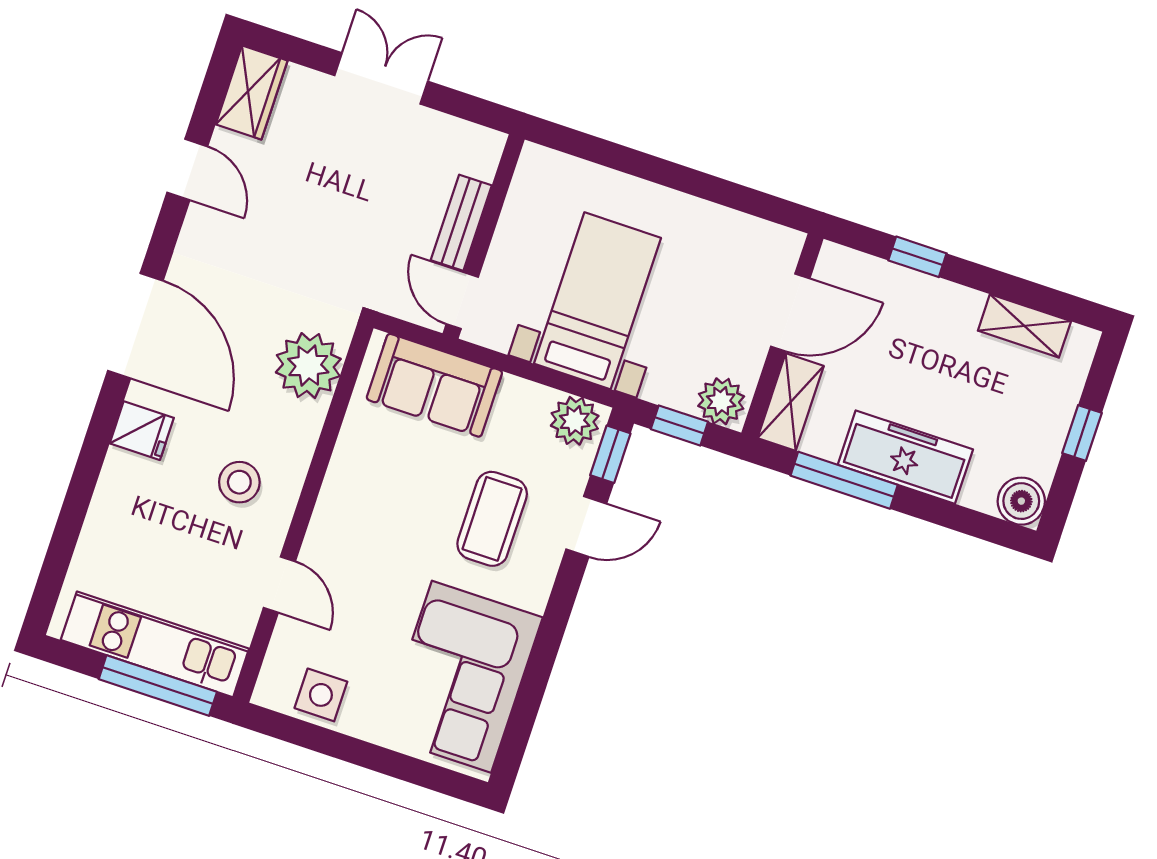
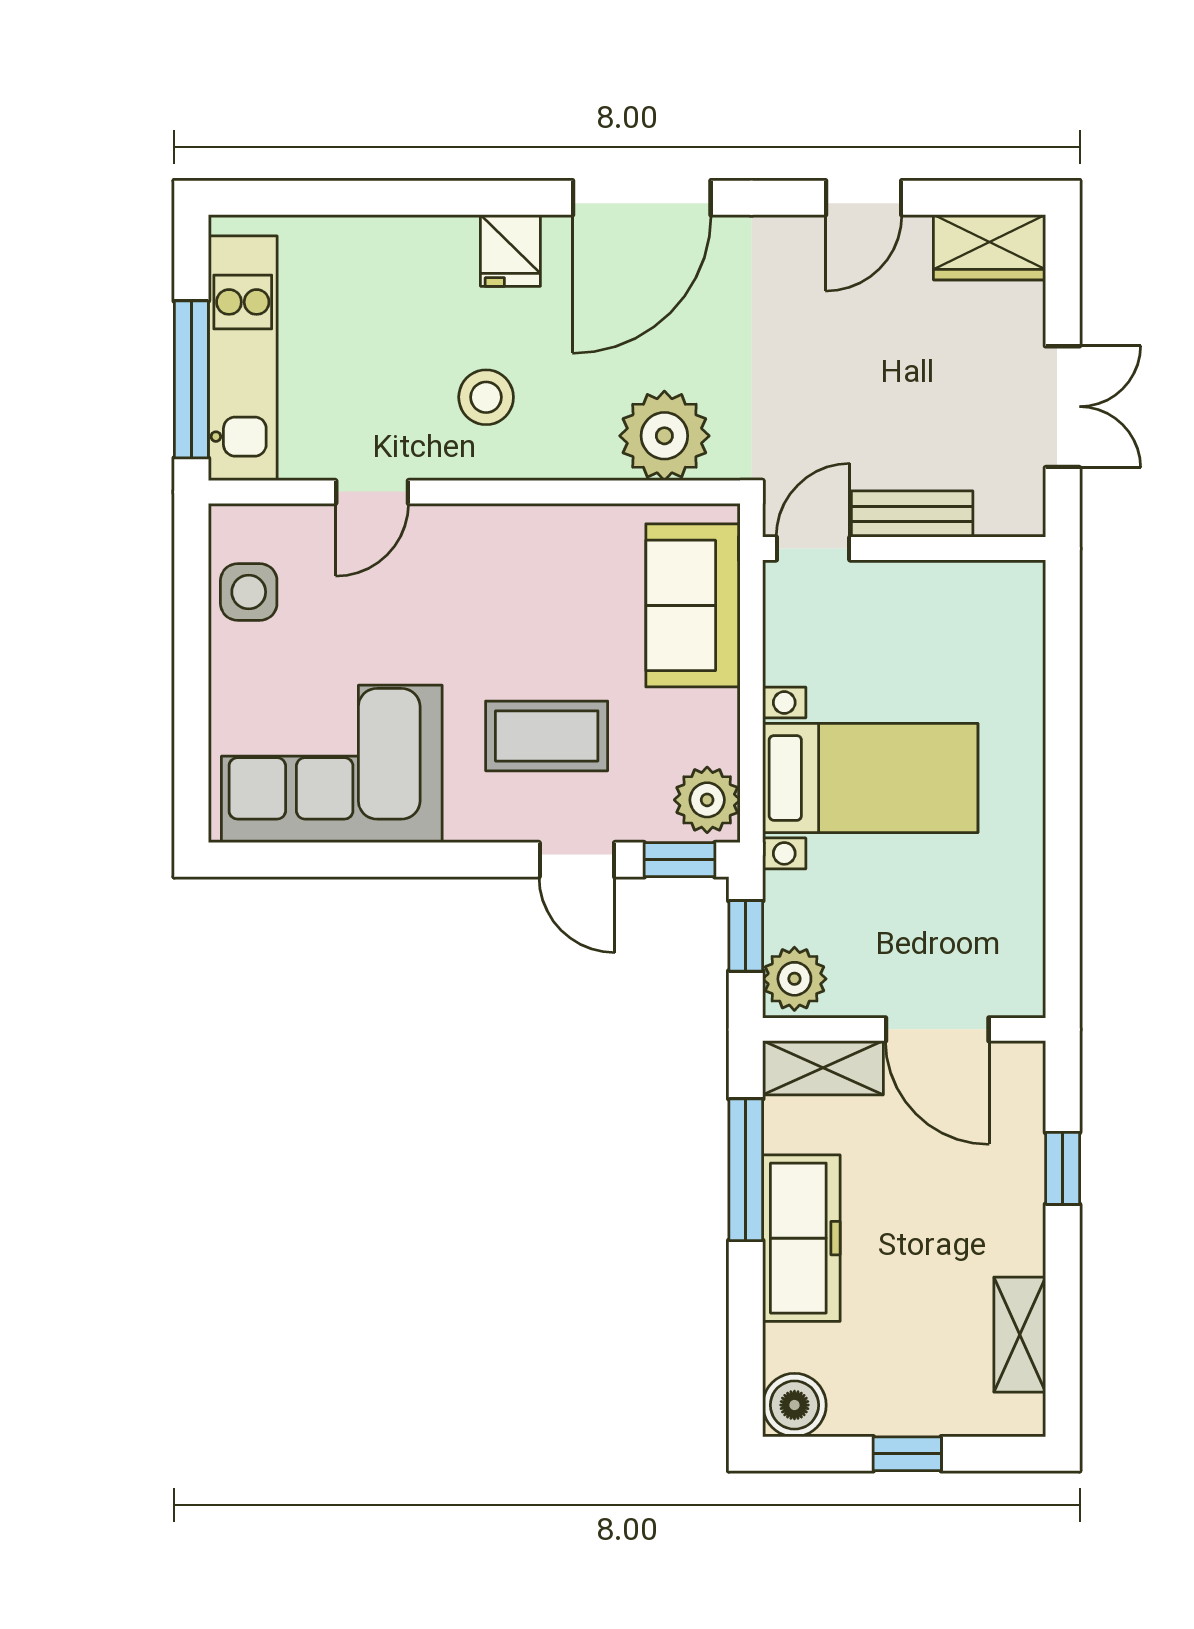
bench: (461, 223) -> (912, 514), moved
wall: (484, 236) -> (904, 549), moved
door: (462, 301) -> (813, 549), moved

